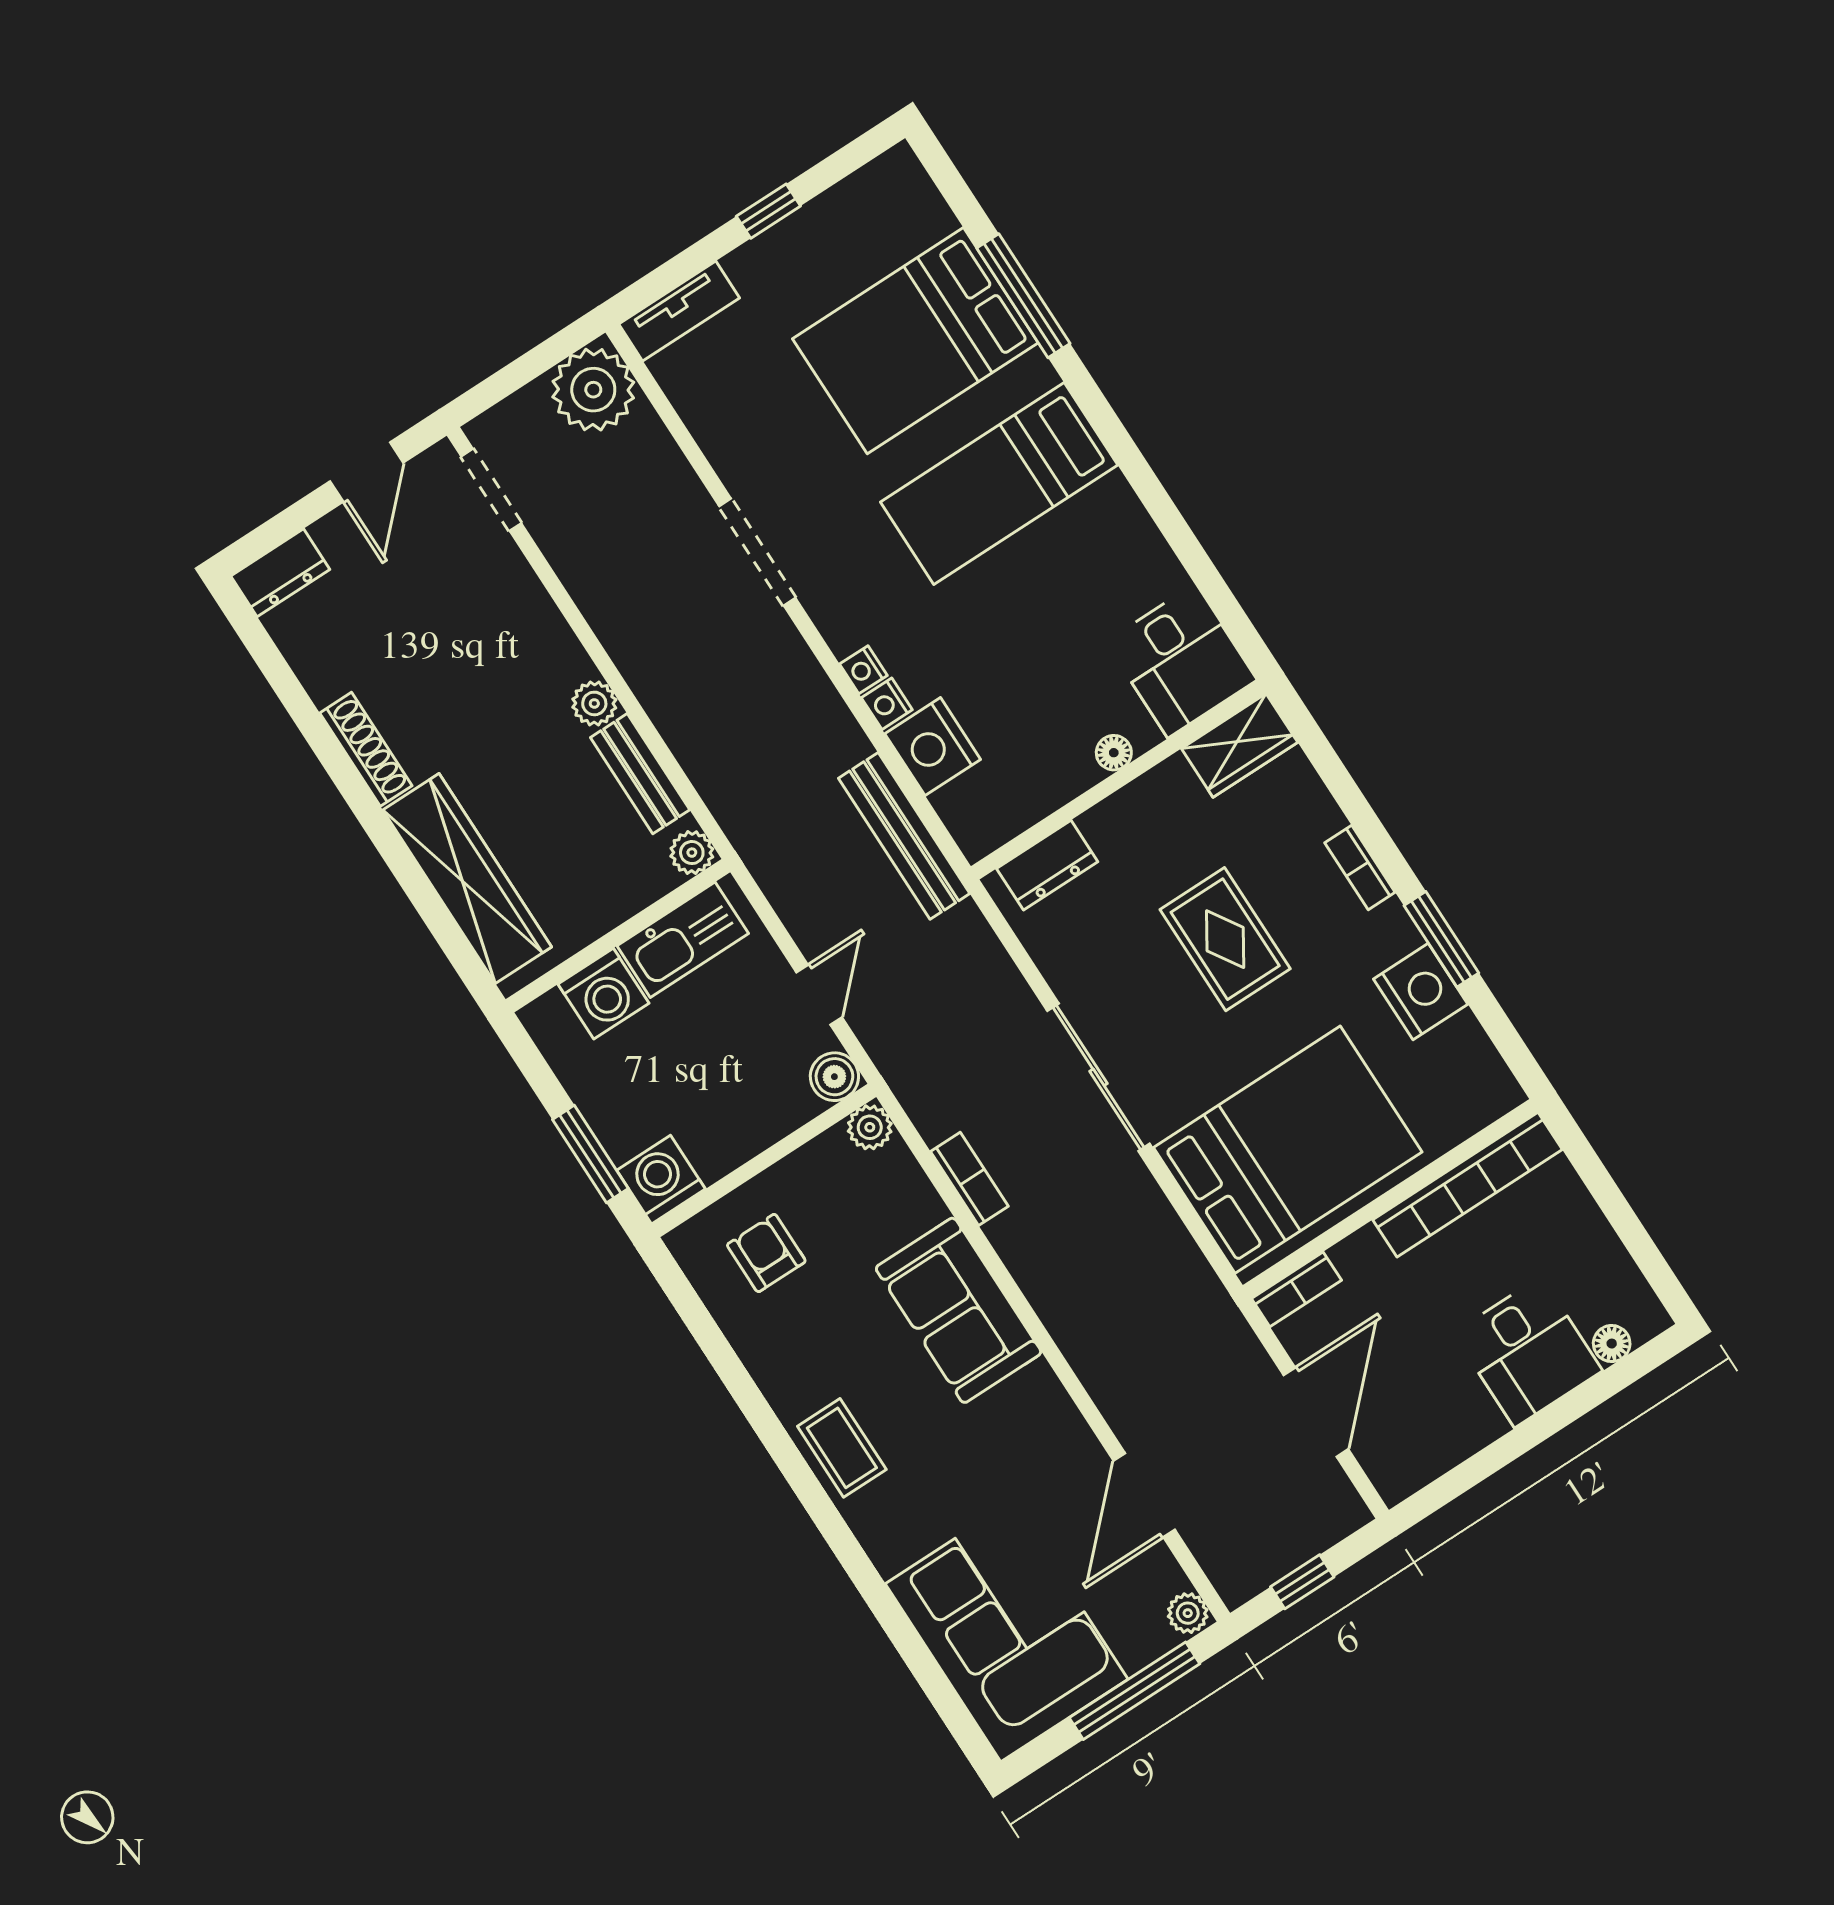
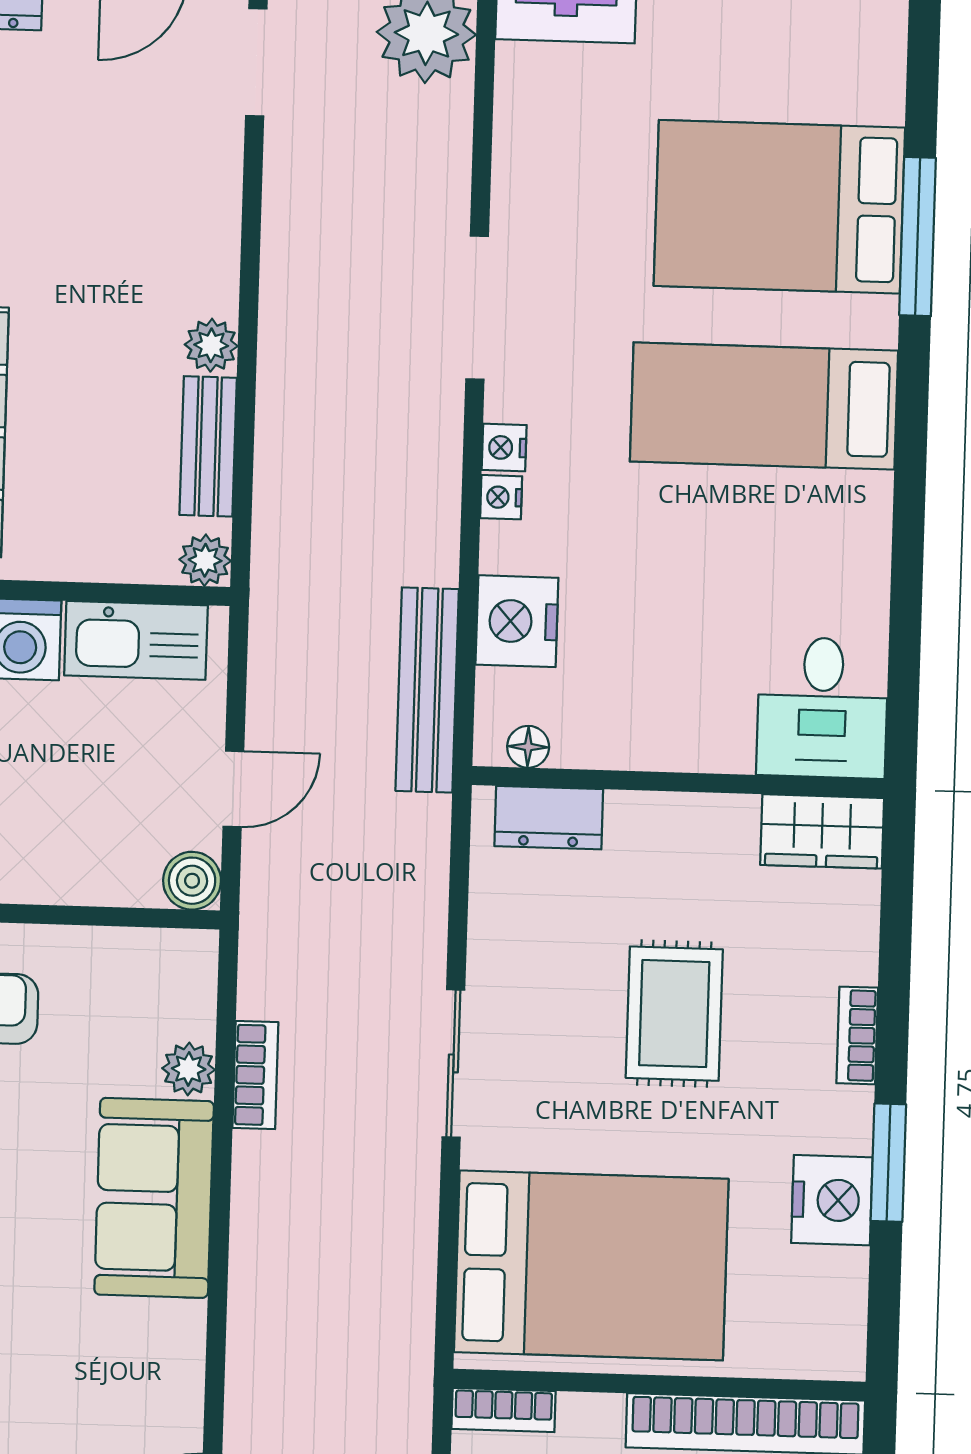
nightstand: (887, 704) -> (504, 448), moved
floor lamp: (1114, 753) -> (528, 747), moved
sliding door: (1099, 1077) -> (453, 1063), width x0.73
plant: (870, 1127) -> (189, 1069), moved

